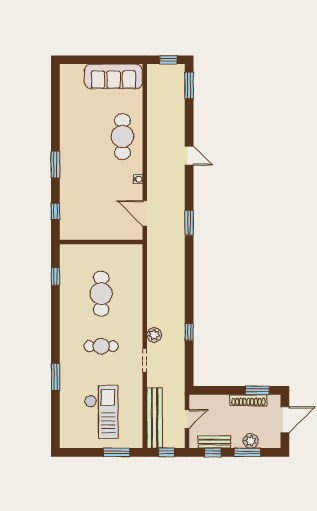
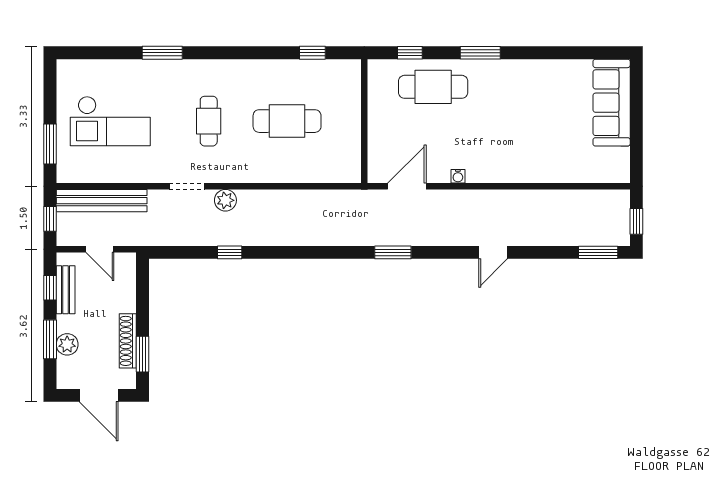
sofa: (114, 76) -> (612, 103), moved
cafe table: (122, 137) -> (433, 87), moved

